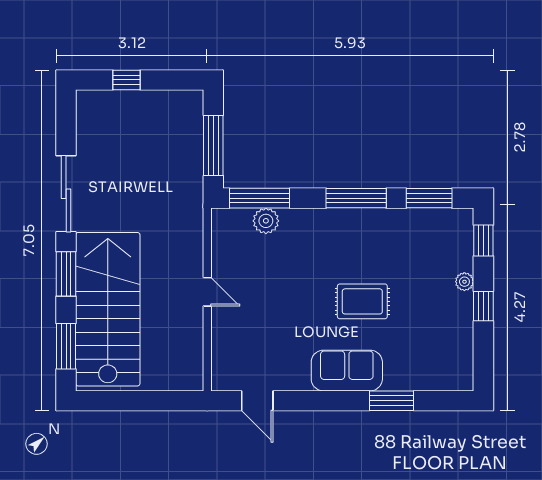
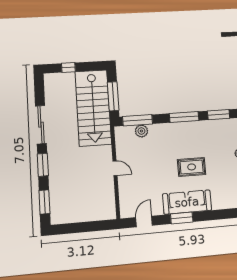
stairs: (108, 309) -> (93, 108), moved, turned 180
sofa: (347, 371) -> (187, 202), width x1.36
door: (257, 401) -> (144, 221), swing flipped
window: (392, 401) -> (182, 218), moved

